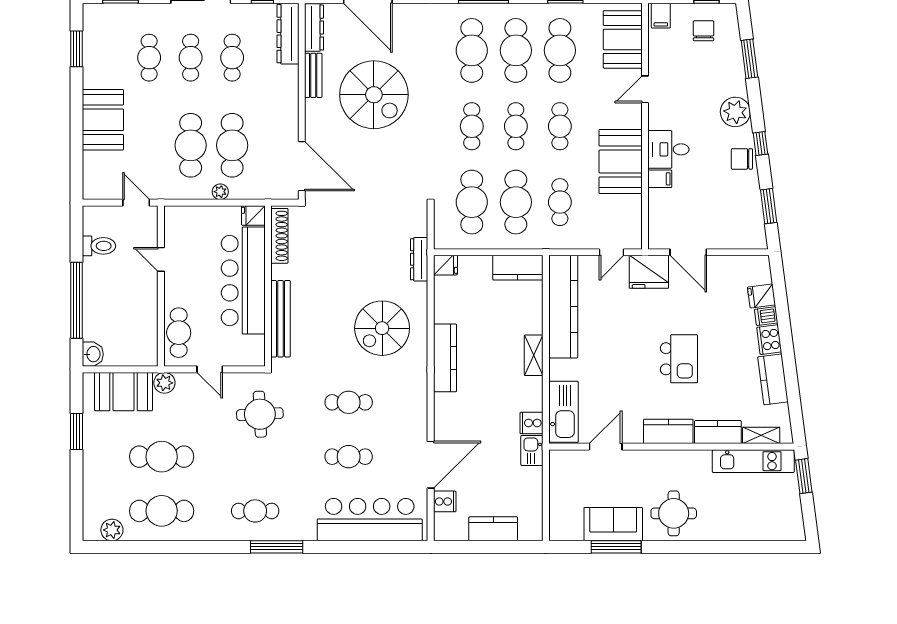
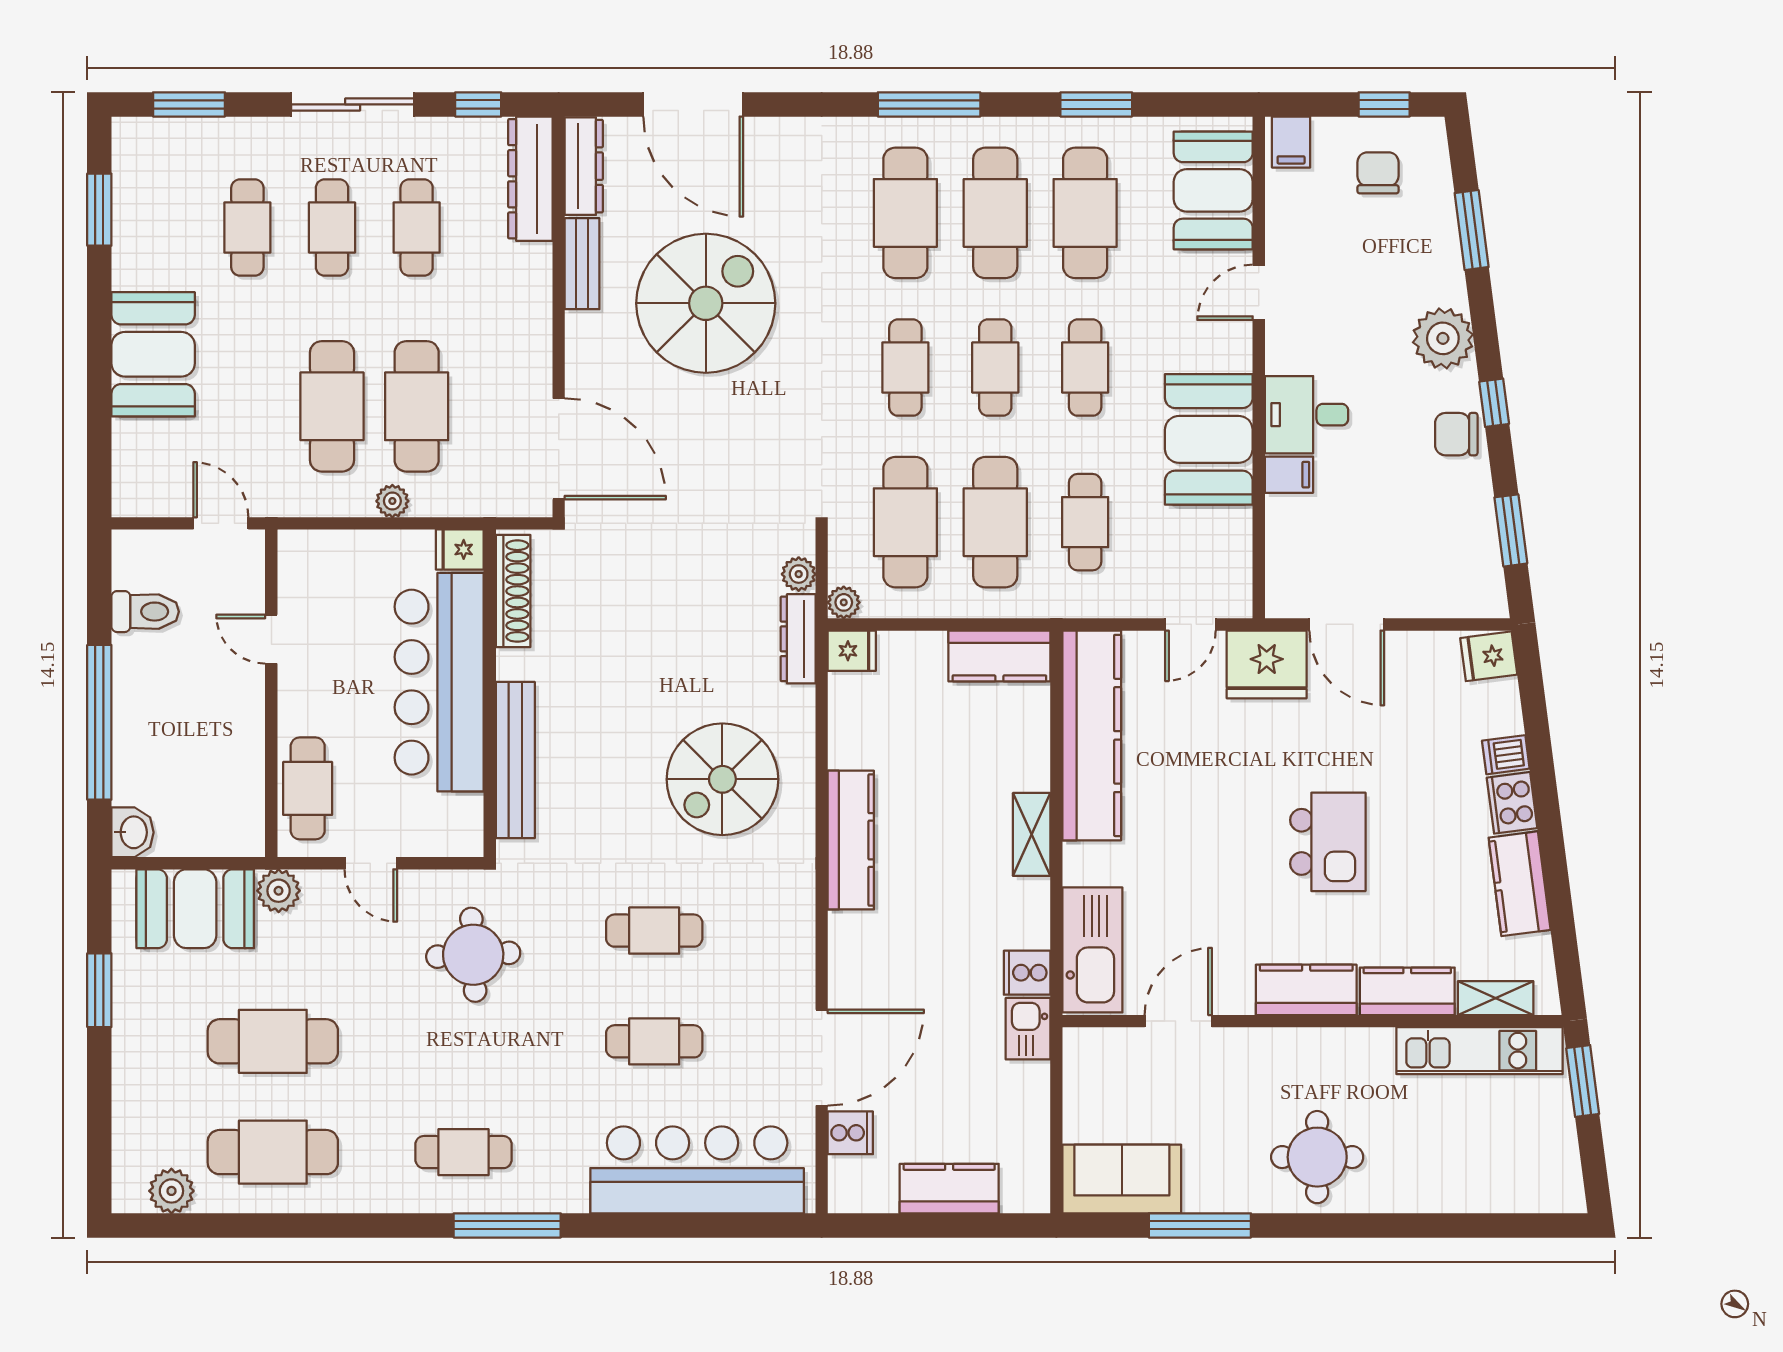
spiral stairs: (374, 95) -> (706, 303), turned -90
plant: (419, 228) -> (799, 574), added
plant: (442, 241) -> (844, 602), added
fridge: (761, 296) -> (1489, 656), moved
sofa: (613, 524) -> (1122, 1179), moved

